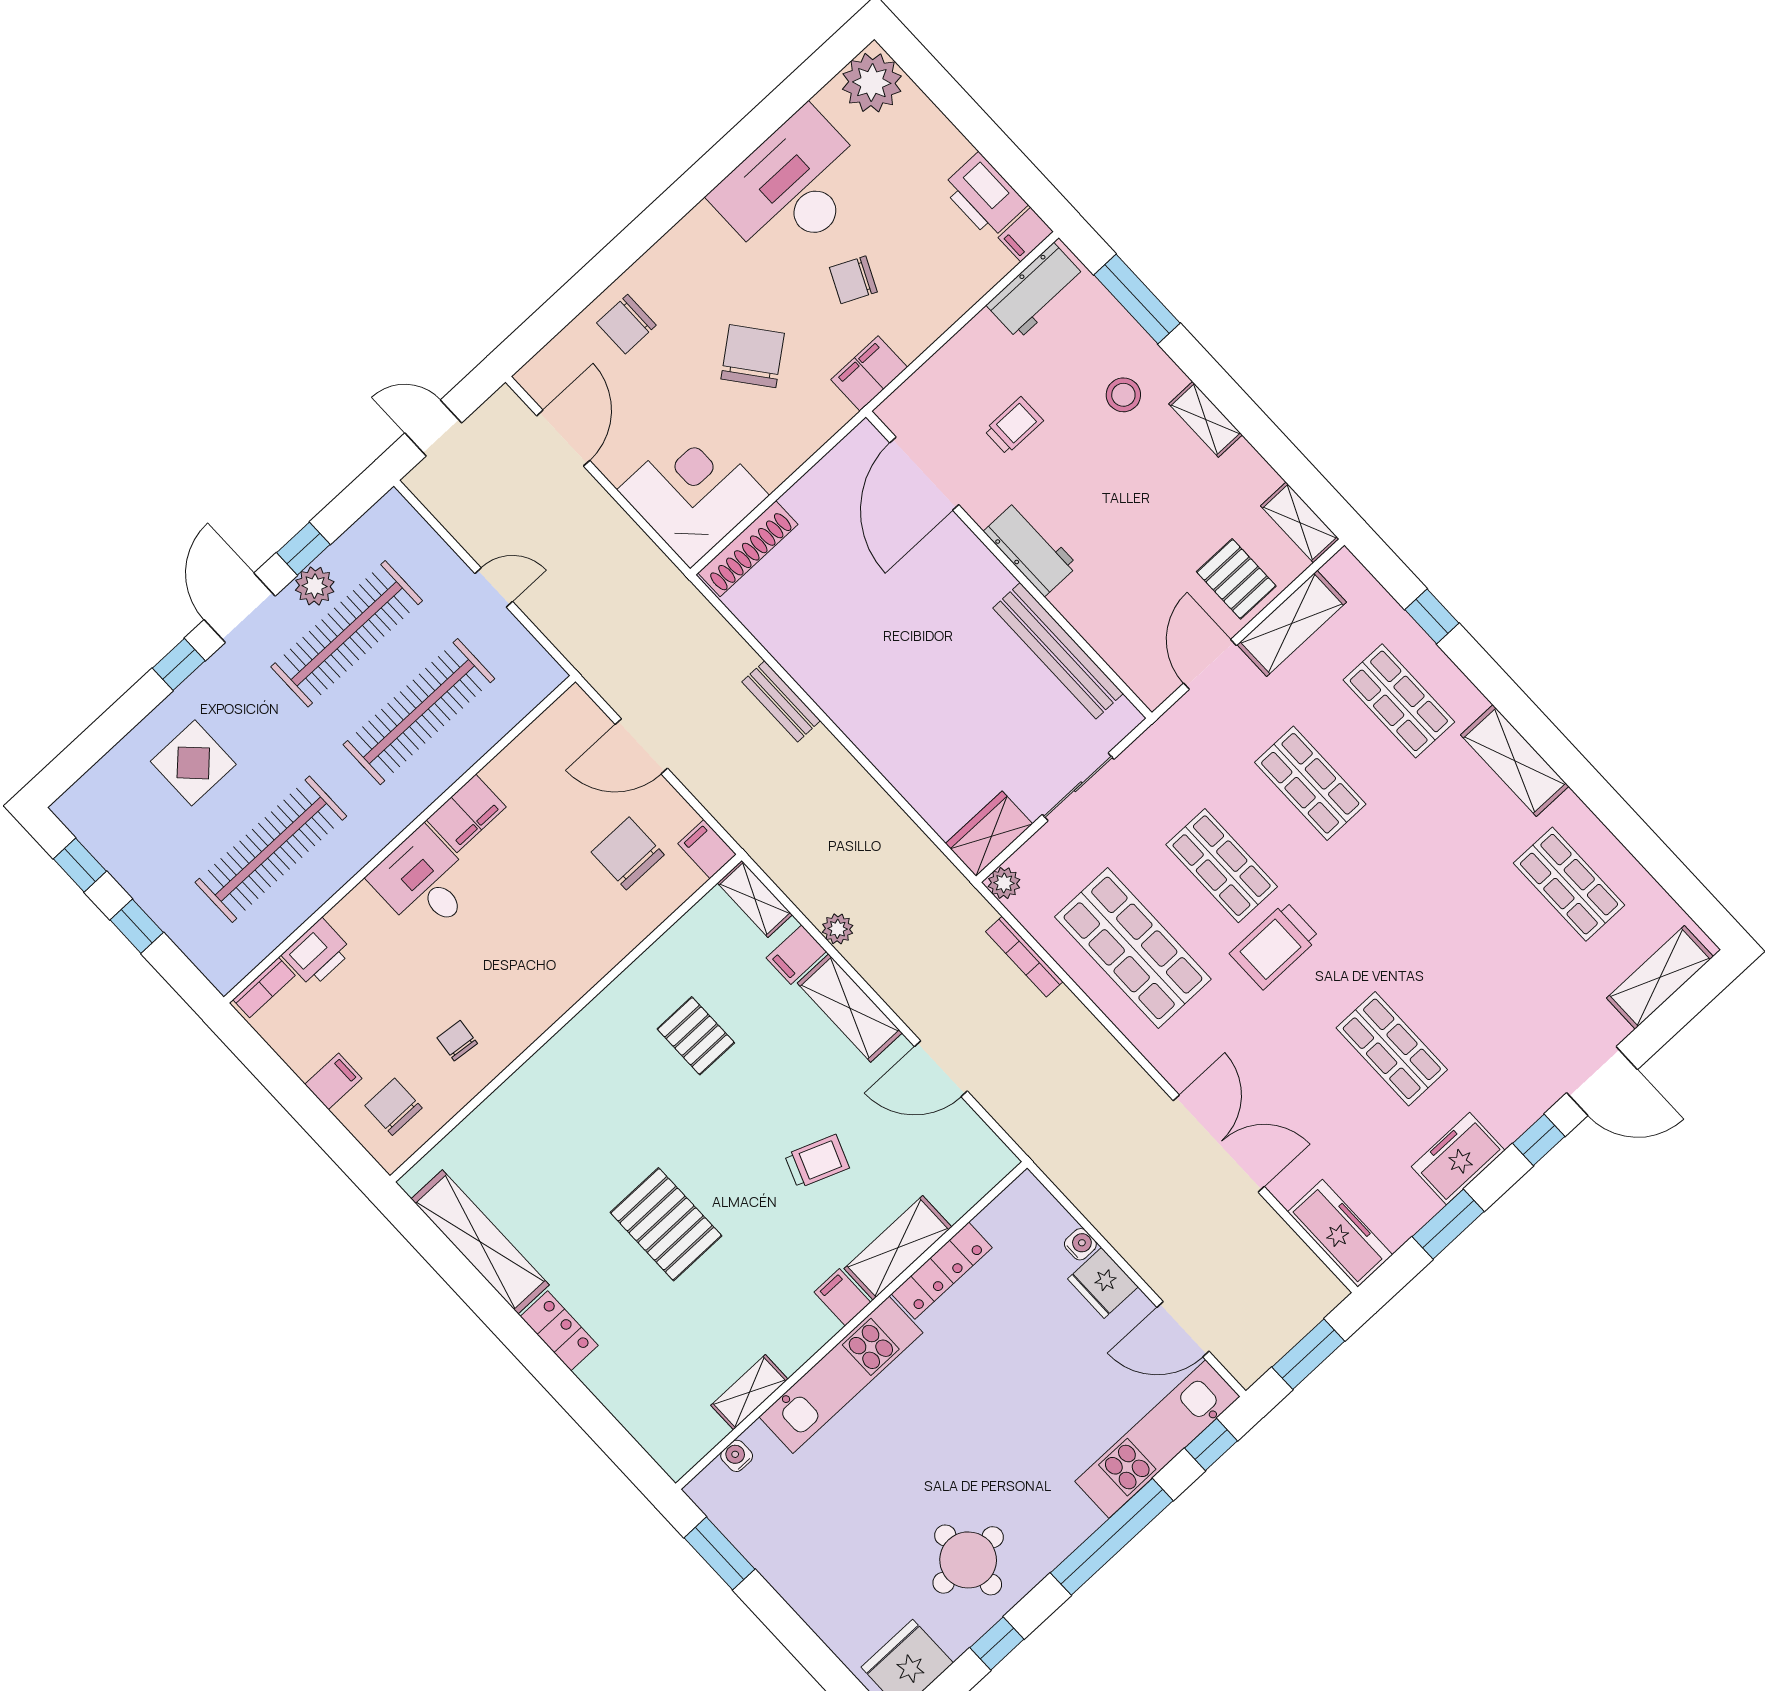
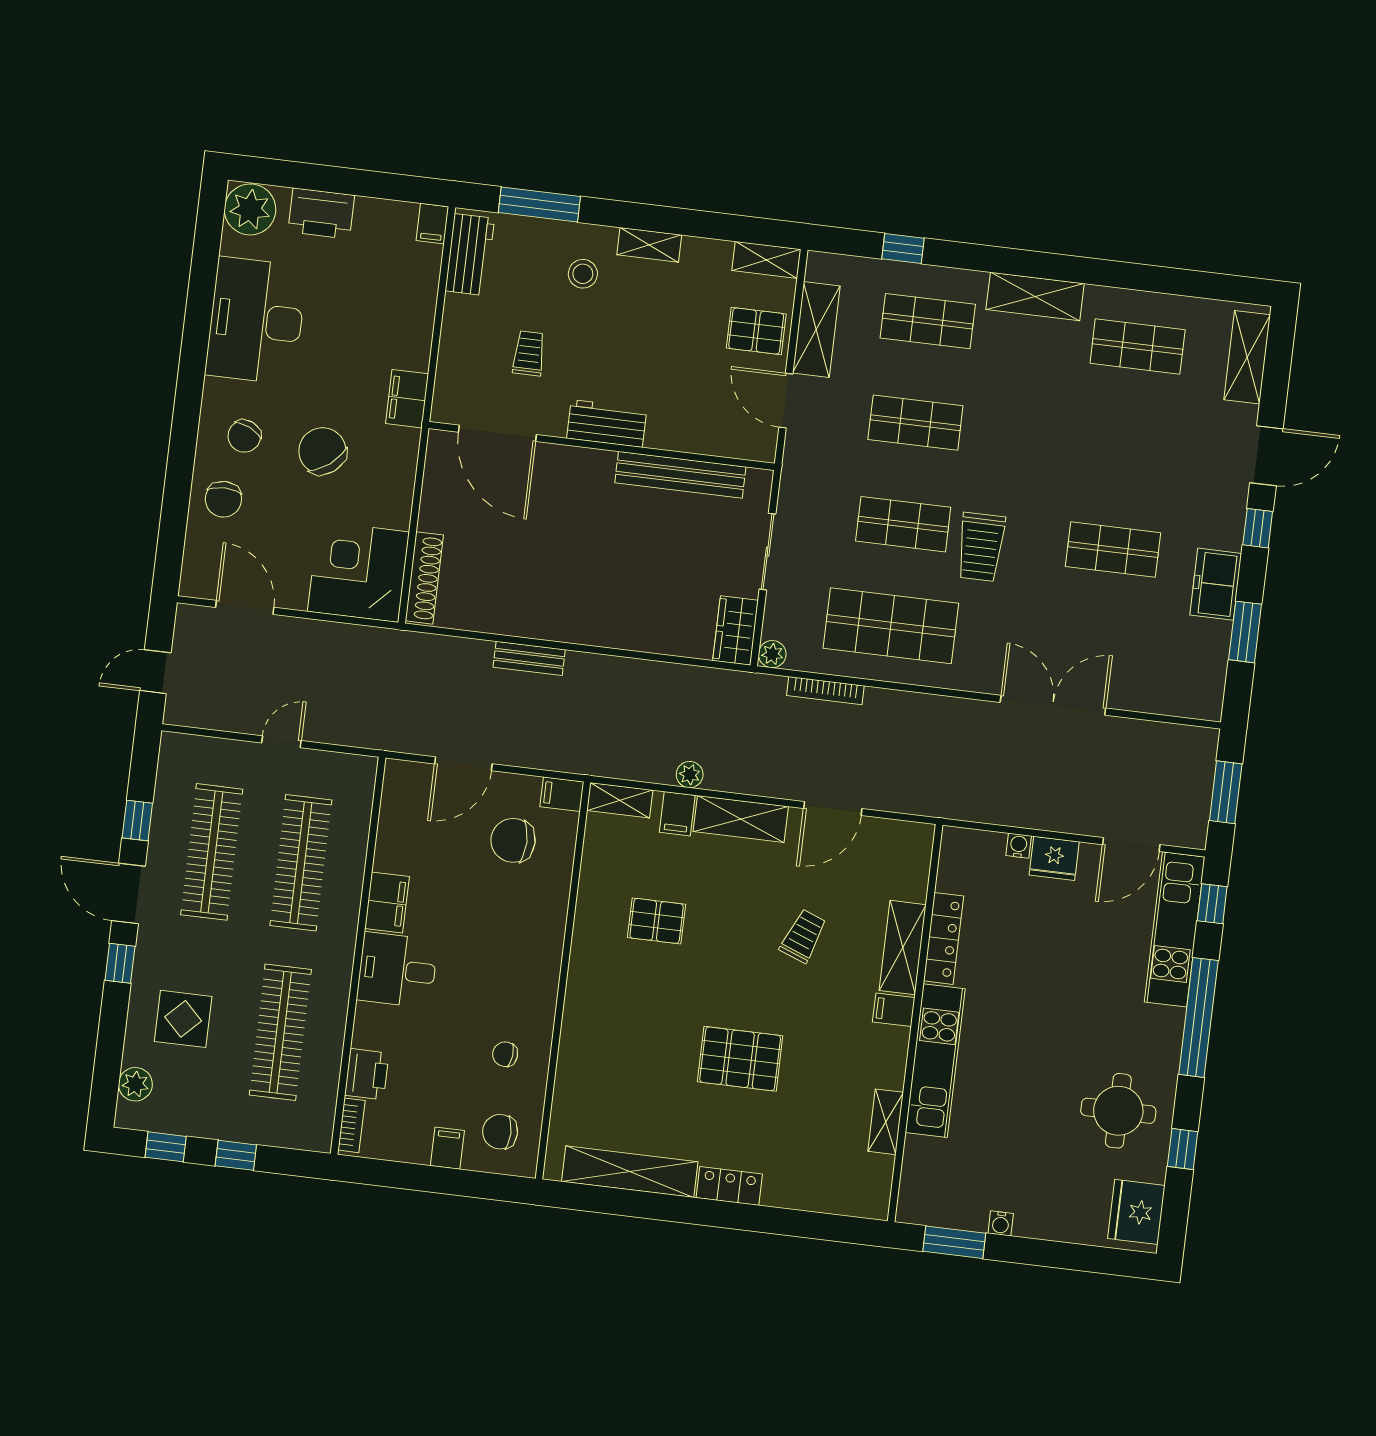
printer: (984, 196) -> (321, 214), moved
chair: (853, 280) -> (244, 436), moved
plant: (315, 586) -> (135, 1084), moved
freezer: (1340, 1233) -> (1180, 697), removed
water cooler: (737, 1456) -> (1001, 1223), moved, turned -90

